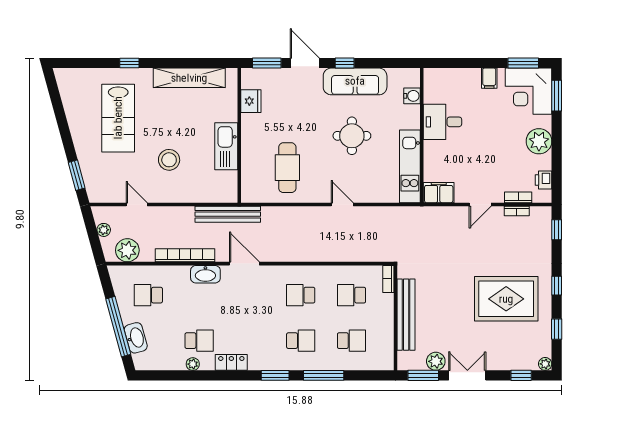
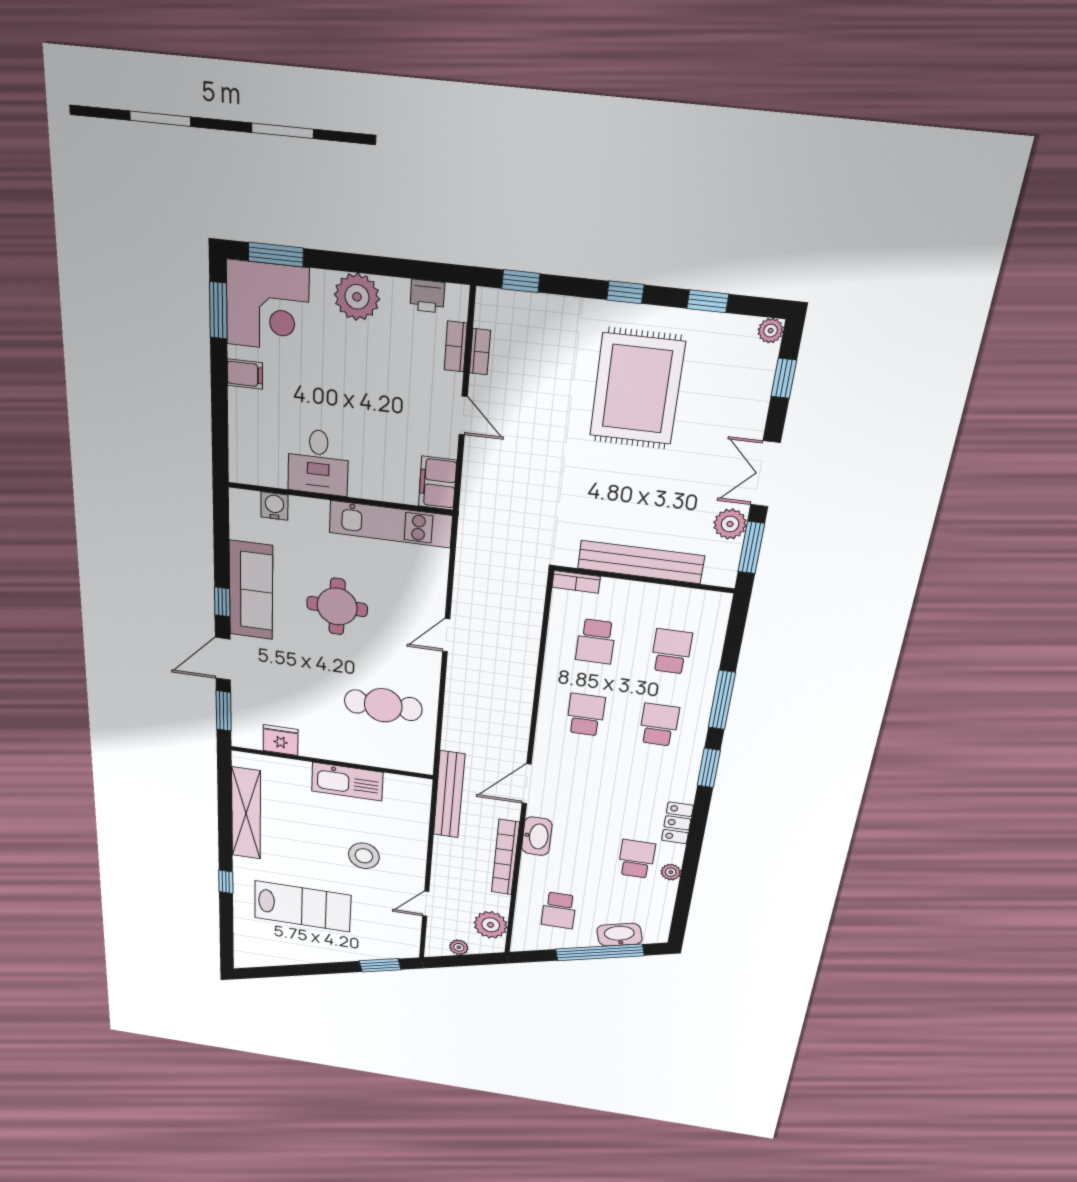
school desk: (301, 295) -> (586, 715), turned 180

